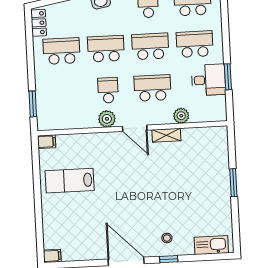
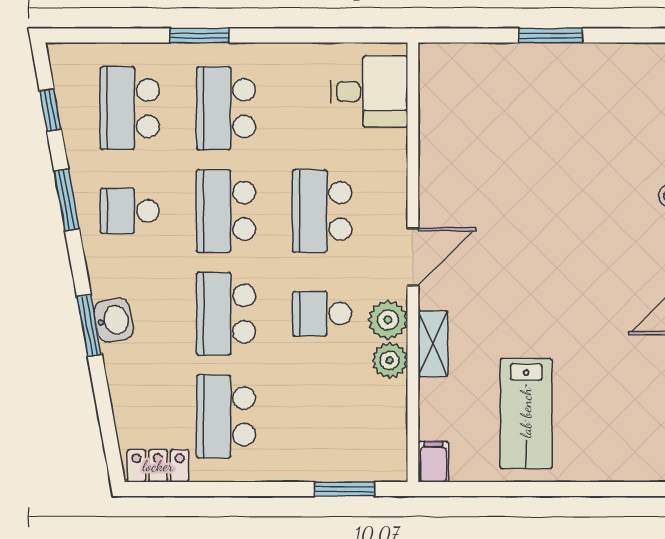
window: (228, 77) -> (200, 35), moved
desk: (208, 80) -> (369, 92), moved, turned 90
plant: (181, 116) -> (390, 360), moved
shelving: (166, 135) -> (433, 344), moved

